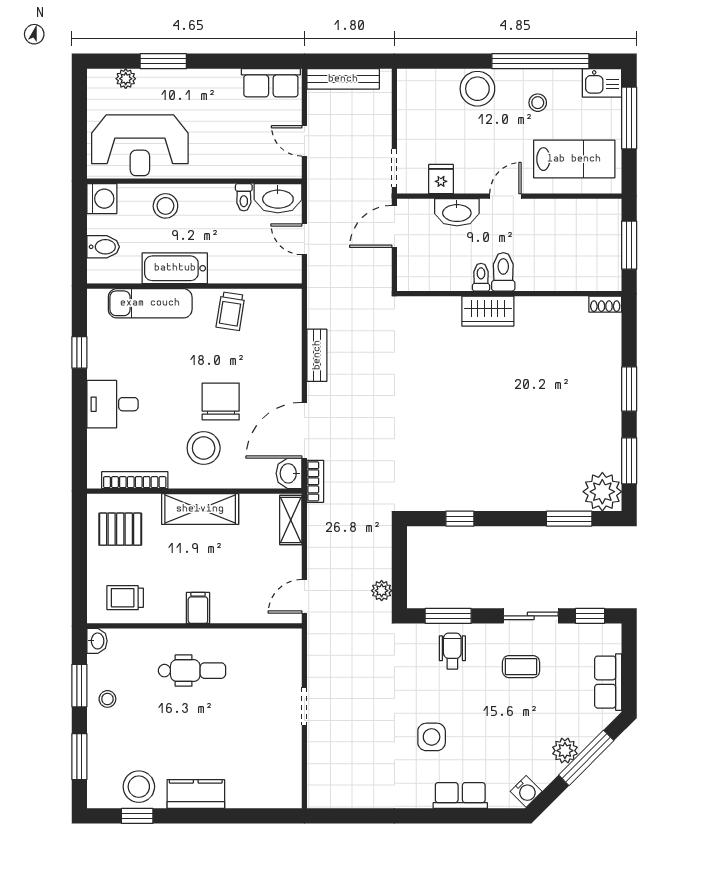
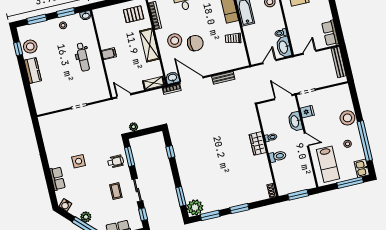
toilet: (503, 272) -> (278, 156), moved
pallet: (120, 529) -> (134, 14), turned 90
trolley: (125, 598) -> (106, 23), removed

